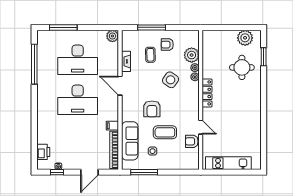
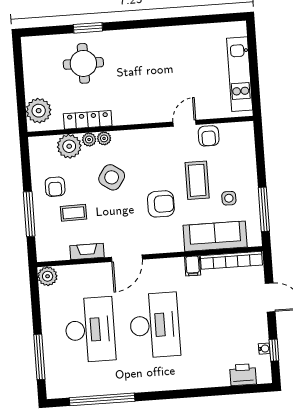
plant: (245, 38) -> (39, 111), moved
window: (264, 57) -> (88, 28), moved
locker: (207, 93) -> (88, 120), moved

